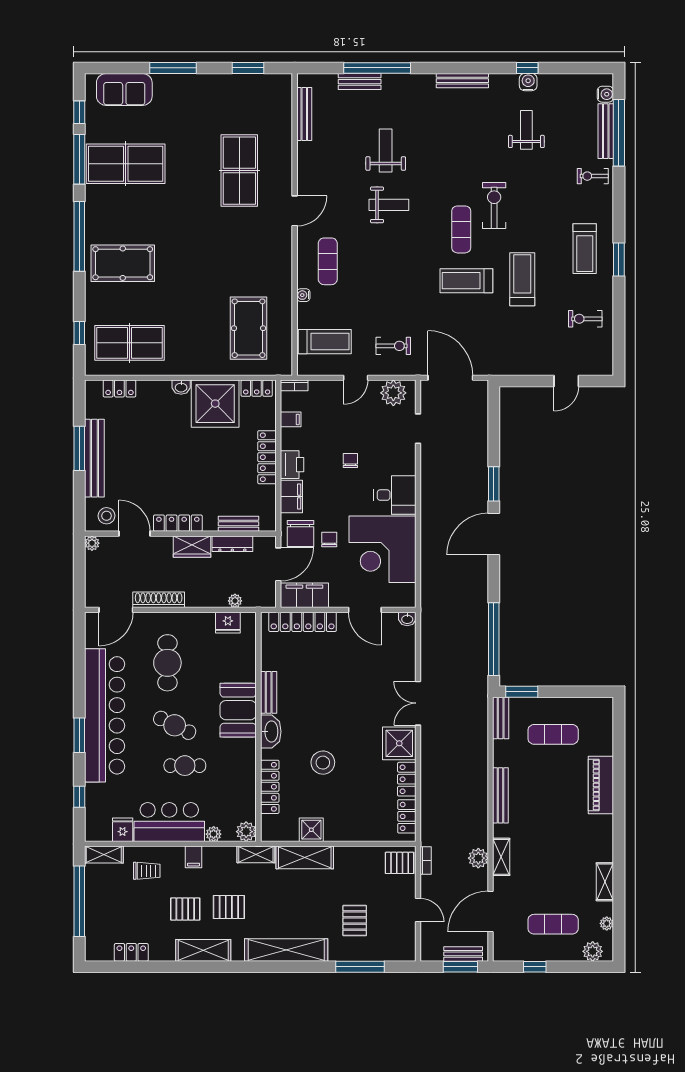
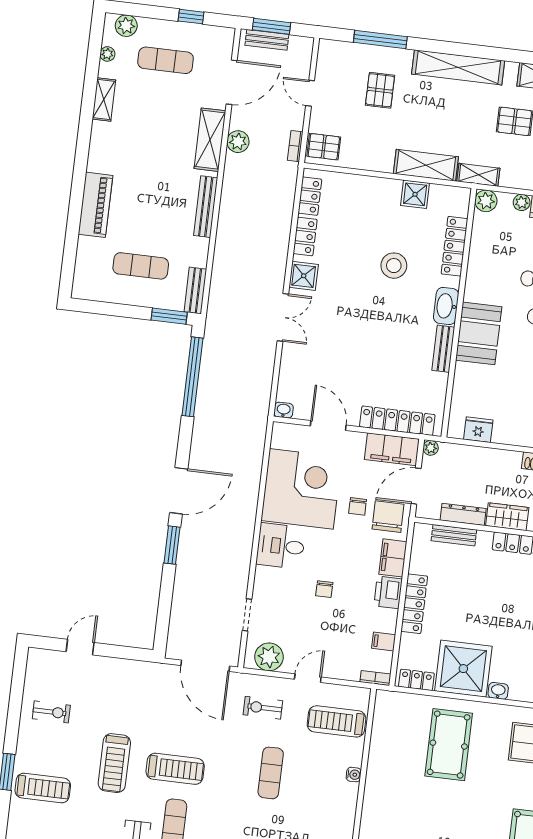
treadmill: (585, 249) -> (43, 788), turned 90
exercise mat: (328, 261) -> (271, 773), moved
pool table: (249, 328) -> (449, 745), moved
plant: (235, 601) -> (431, 448), moved
shower: (399, 743) -> (304, 276), width x0.73, depth x0.73
shelving: (501, 857) -> (210, 140), width x1.50, depth x1.33

